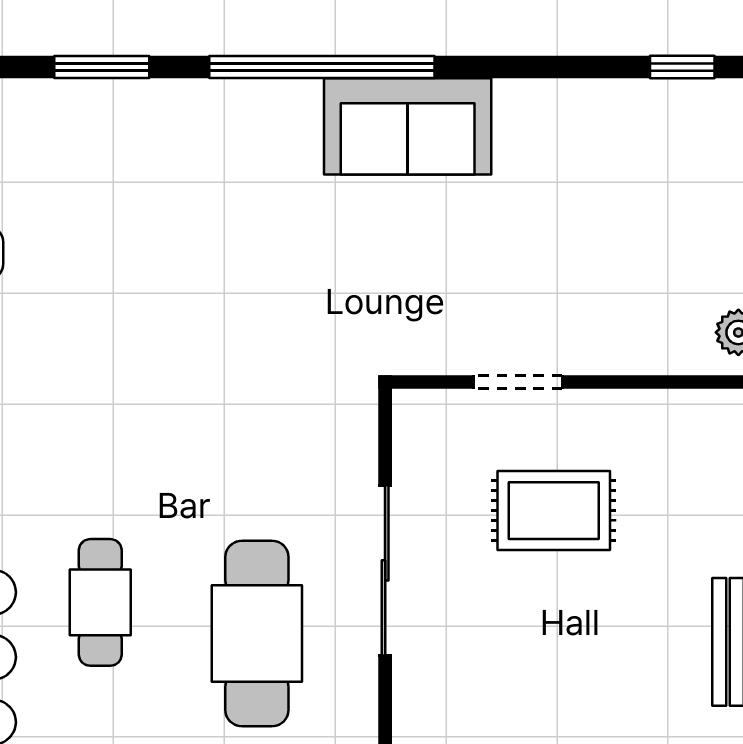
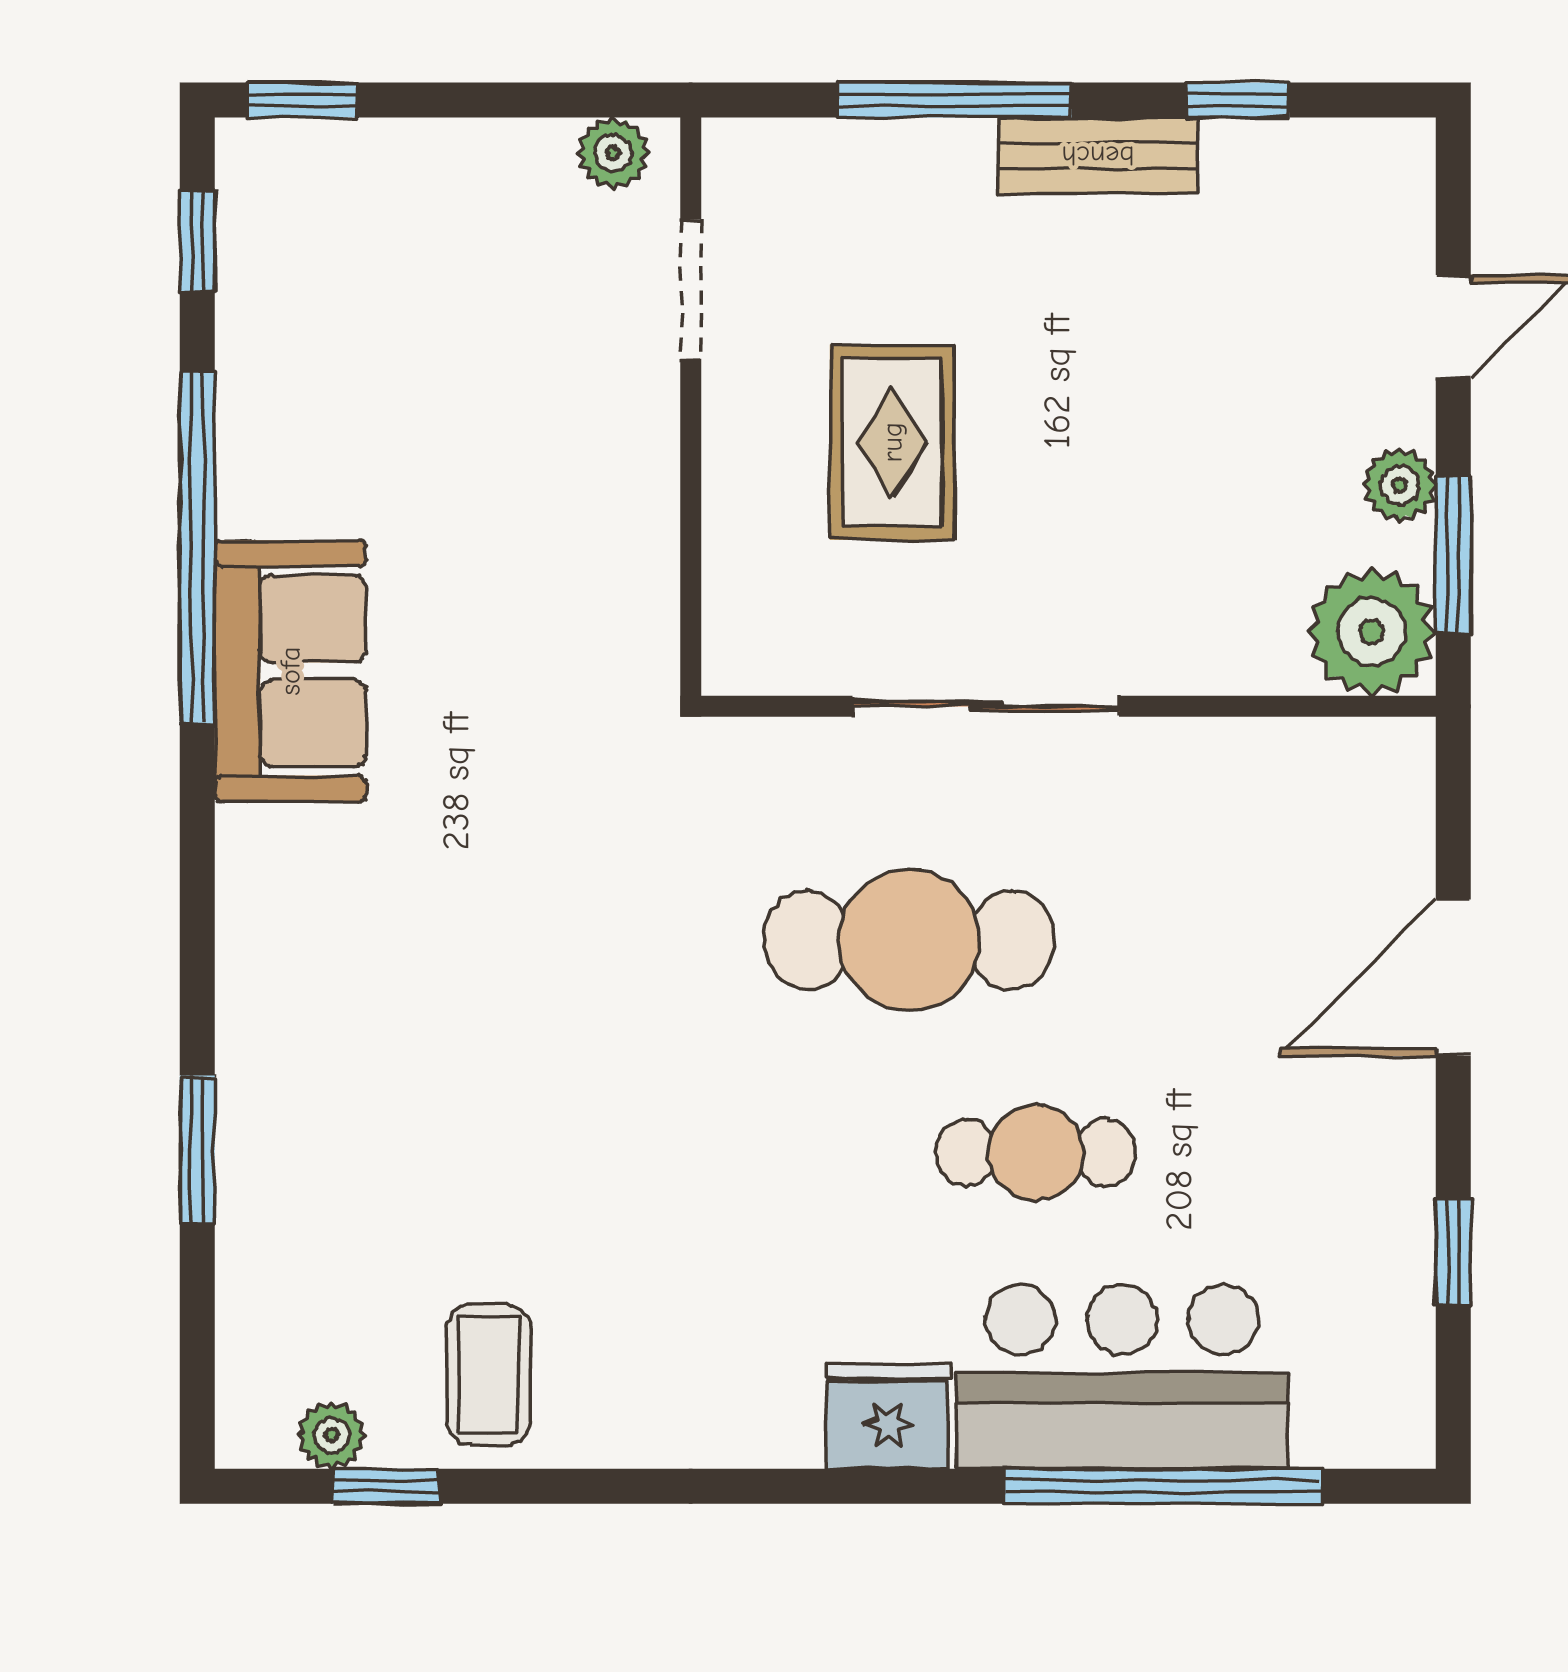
window: (322, 67) -> (197, 547), moved
doorway: (518, 382) -> (691, 289), moved
cafe table: (257, 633) -> (909, 940), moved

